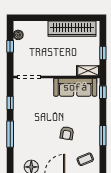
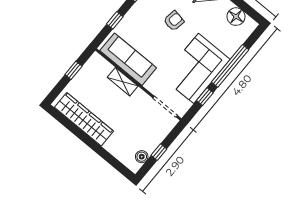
shelving: (88, 71) -> (123, 82), moved
window: (103, 92) -> (115, 20), moved
corner sofa: (30, 116) -> (196, 68), added
window: (10, 134) -> (230, 66), width x1.46

